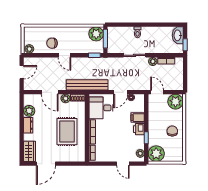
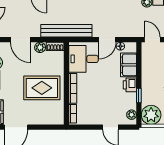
filing cabinet: (138, 118) -> (128, 65), width x2.00
rug: (67, 132) -> (42, 88), turned 90

